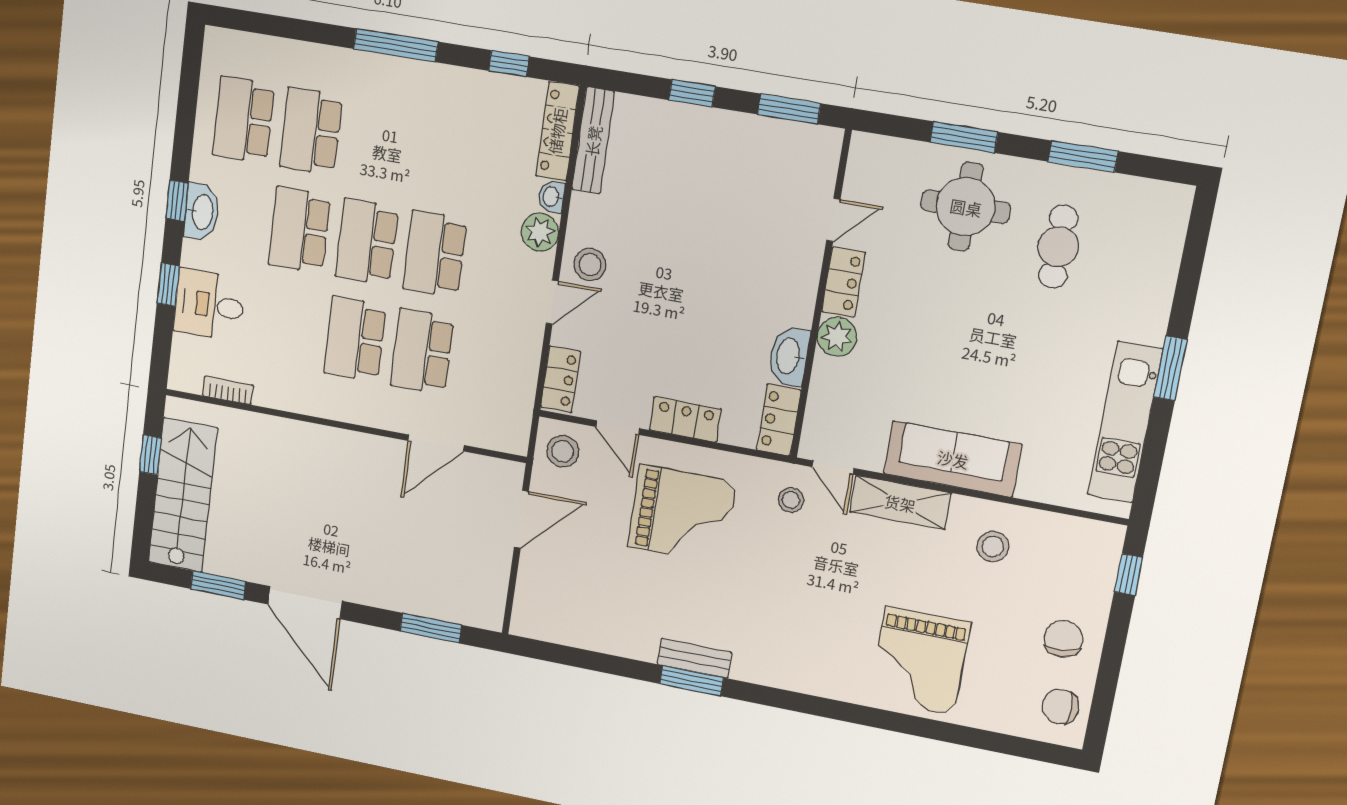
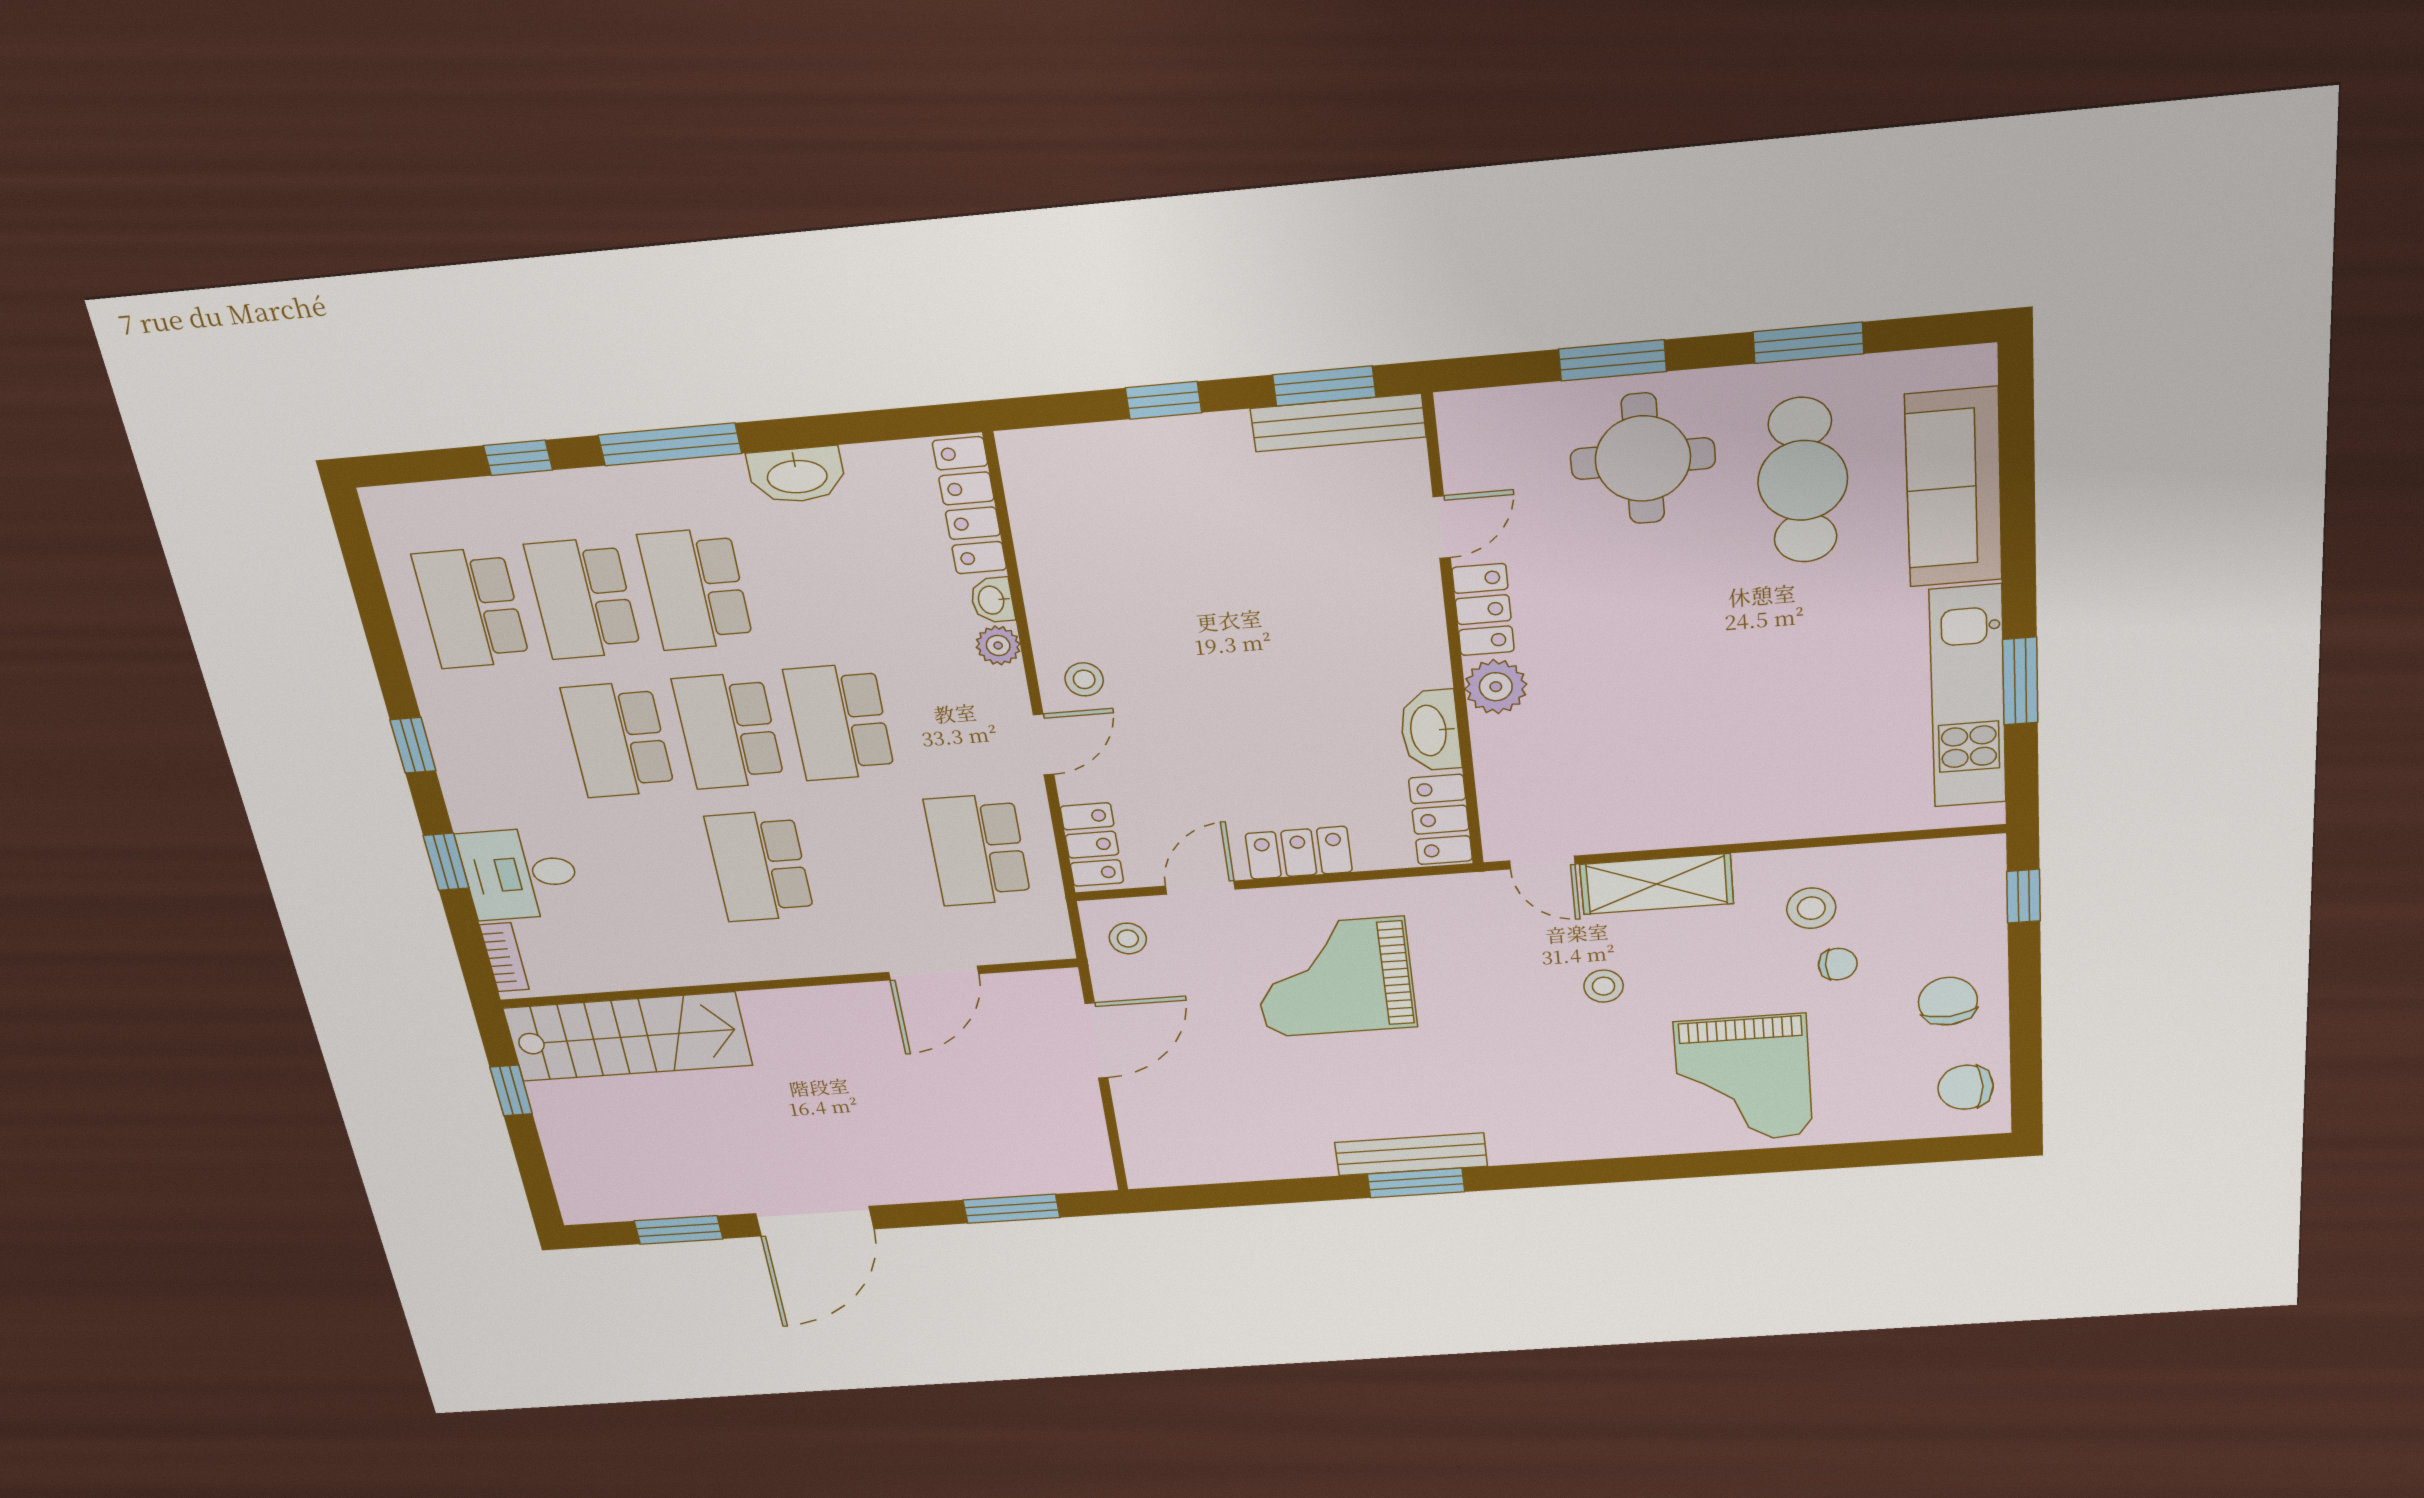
window: (509, 64) -> (518, 458), moved
bench: (593, 141) -> (1338, 423), moved, turned 90
school desk: (379, 143) -> (696, 589), added
washbasin: (202, 212) -> (797, 475), moved, turned 90
plant: (540, 232) -> (998, 645), width x0.73, depth x0.73
cafe table: (1058, 247) -> (1803, 480), width x1.37, depth x1.35
stool: (590, 265) -> (1084, 679), width x0.73, depth x0.73
school desk: (422, 351) -> (978, 850), moved
window: (1170, 368) -> (2020, 681), moved
bookcase: (228, 390) -> (504, 957), moved, turned 90
door: (618, 428) -> (1200, 888), swing flipped
stool: (563, 451) -> (1128, 938), width x0.73, depth x0.73
sofa: (953, 459) -> (1954, 488), moved, turned -90
stairs: (183, 495) -> (628, 1037), moved, turned 90
stool: (791, 500) -> (1604, 986), moved
grand piano: (682, 514) -> (1334, 977), turned 180
chair: (1000, 592) -> (1838, 964), added
door: (305, 603) -> (815, 1221), hinge flipped
bench: (694, 658) -> (1411, 1154), width x1.36

